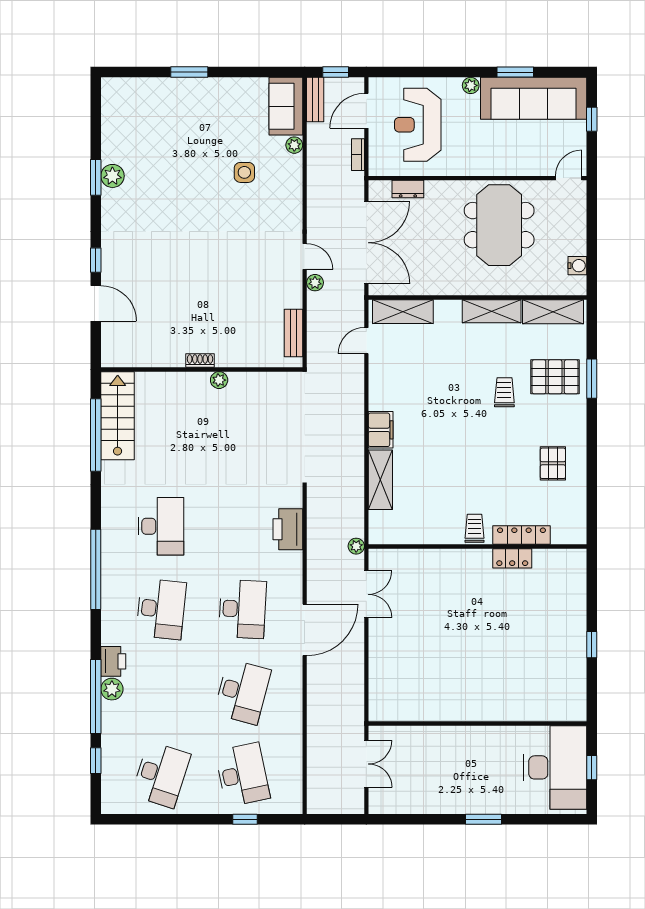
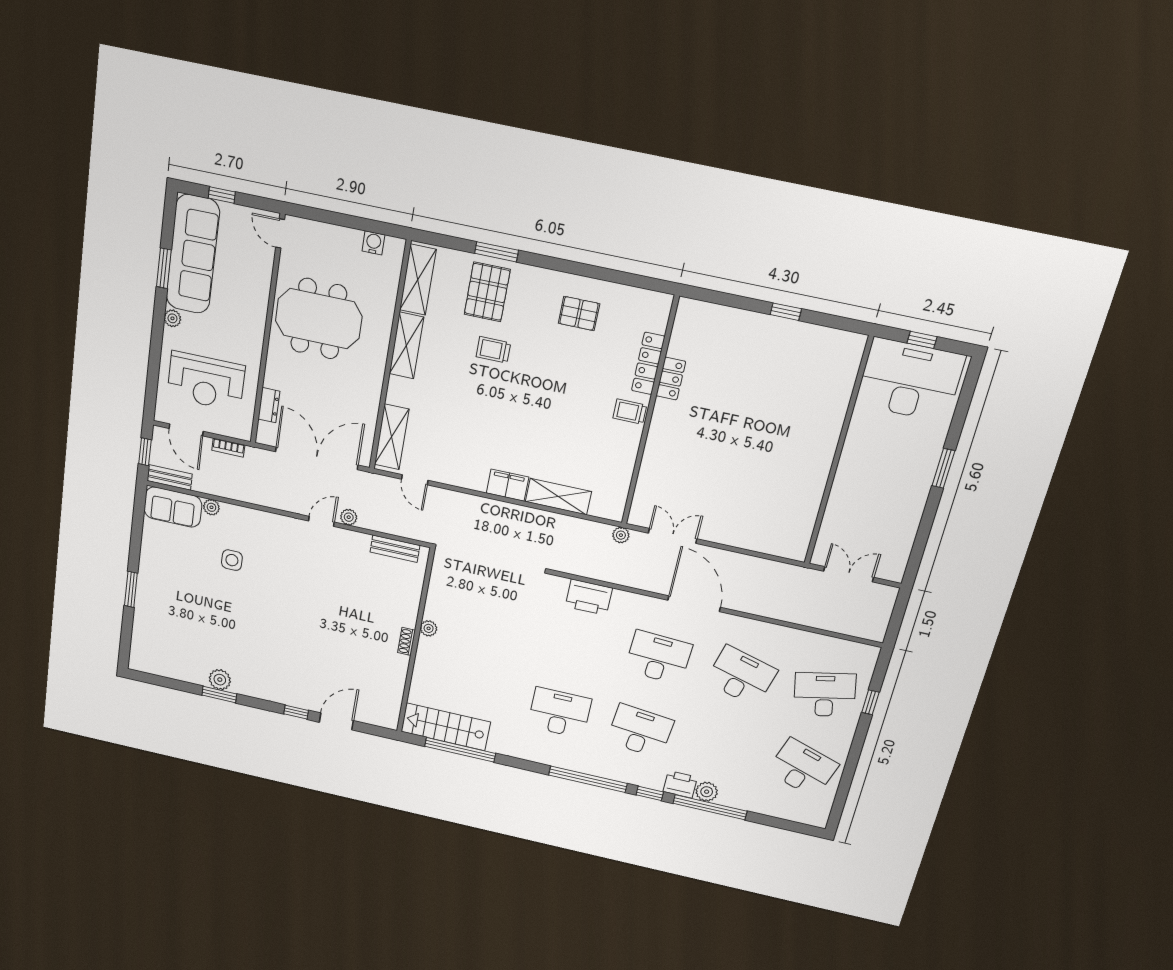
window: (96, 761) -> (650, 793), moved

